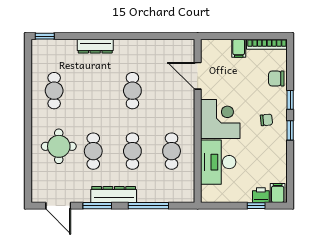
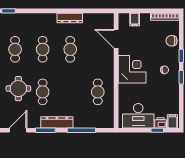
dresser: (95, 46) -> (70, 18), moved
filing cabinet: (239, 48) -> (135, 19), moved
cafe table: (132, 151) -> (43, 49), moved
desk: (218, 162) -> (138, 116), moved, turned -90
door: (58, 206) -> (18, 130), swing flipped

